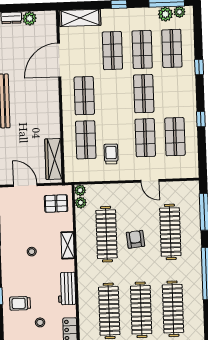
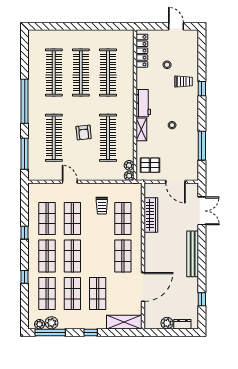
shop shelf: (173, 93) -> (47, 256), added
wardrobe: (53, 159) -> (151, 215), moved
workbench: (67, 289) -> (143, 103), moved

